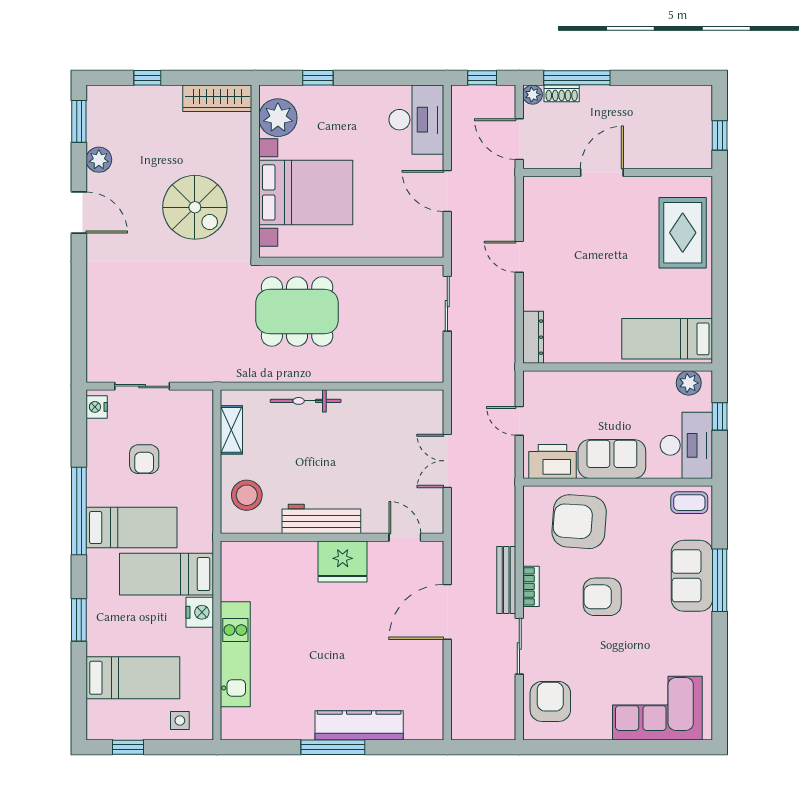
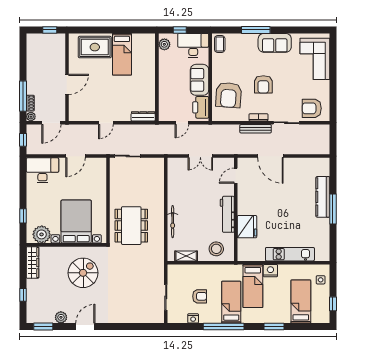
door: (602, 173) -> (67, 84), swing flipped
bed: (667, 339) -> (122, 54), moved
nightstand: (97, 407) -> (193, 318), moved
fridge: (343, 562) -> (247, 227), moved
sofa: (692, 576) -> (275, 43), moved

